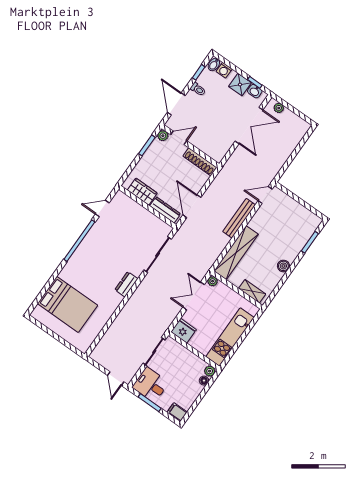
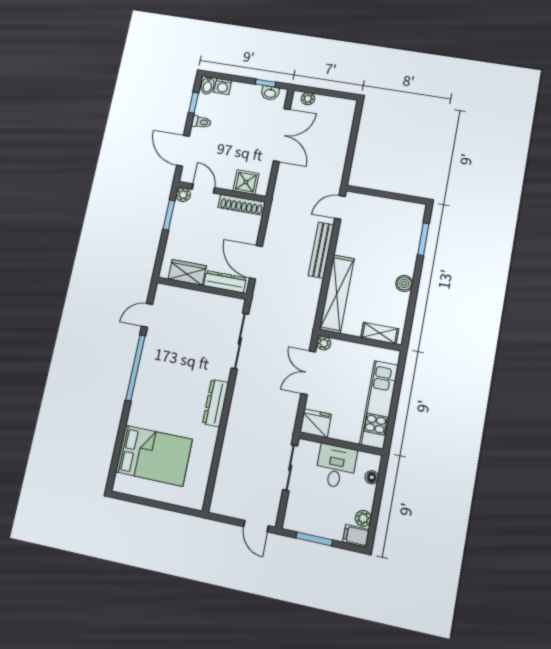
shower: (240, 85) -> (246, 182), moved
door: (179, 138) -> (203, 188), hinge flipped
dresser: (126, 284) -> (216, 403), width x1.44
plant: (210, 371) -> (363, 518), moved
desk: (150, 385) -> (336, 466), moved, turned 90

